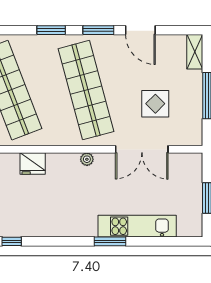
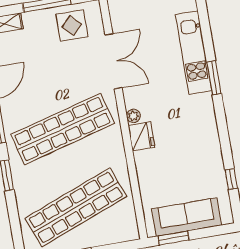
display table: (155, 104) -> (72, 26), moved
fridge: (33, 163) -> (141, 136), moved

